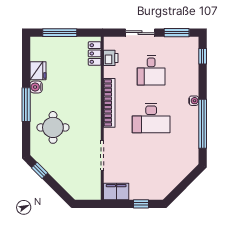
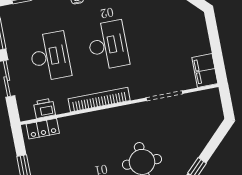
desk: (151, 70) -> (50, 56), width x1.37
window: (141, 204) -> (214, 38), removed

